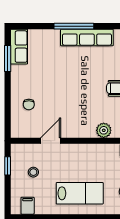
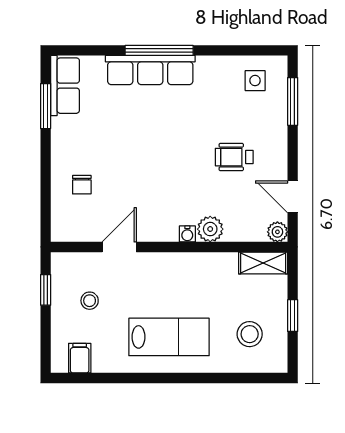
row of seats: (87, 38) -> (150, 70), moved
water cooler: (90, 133) -> (187, 234), added

